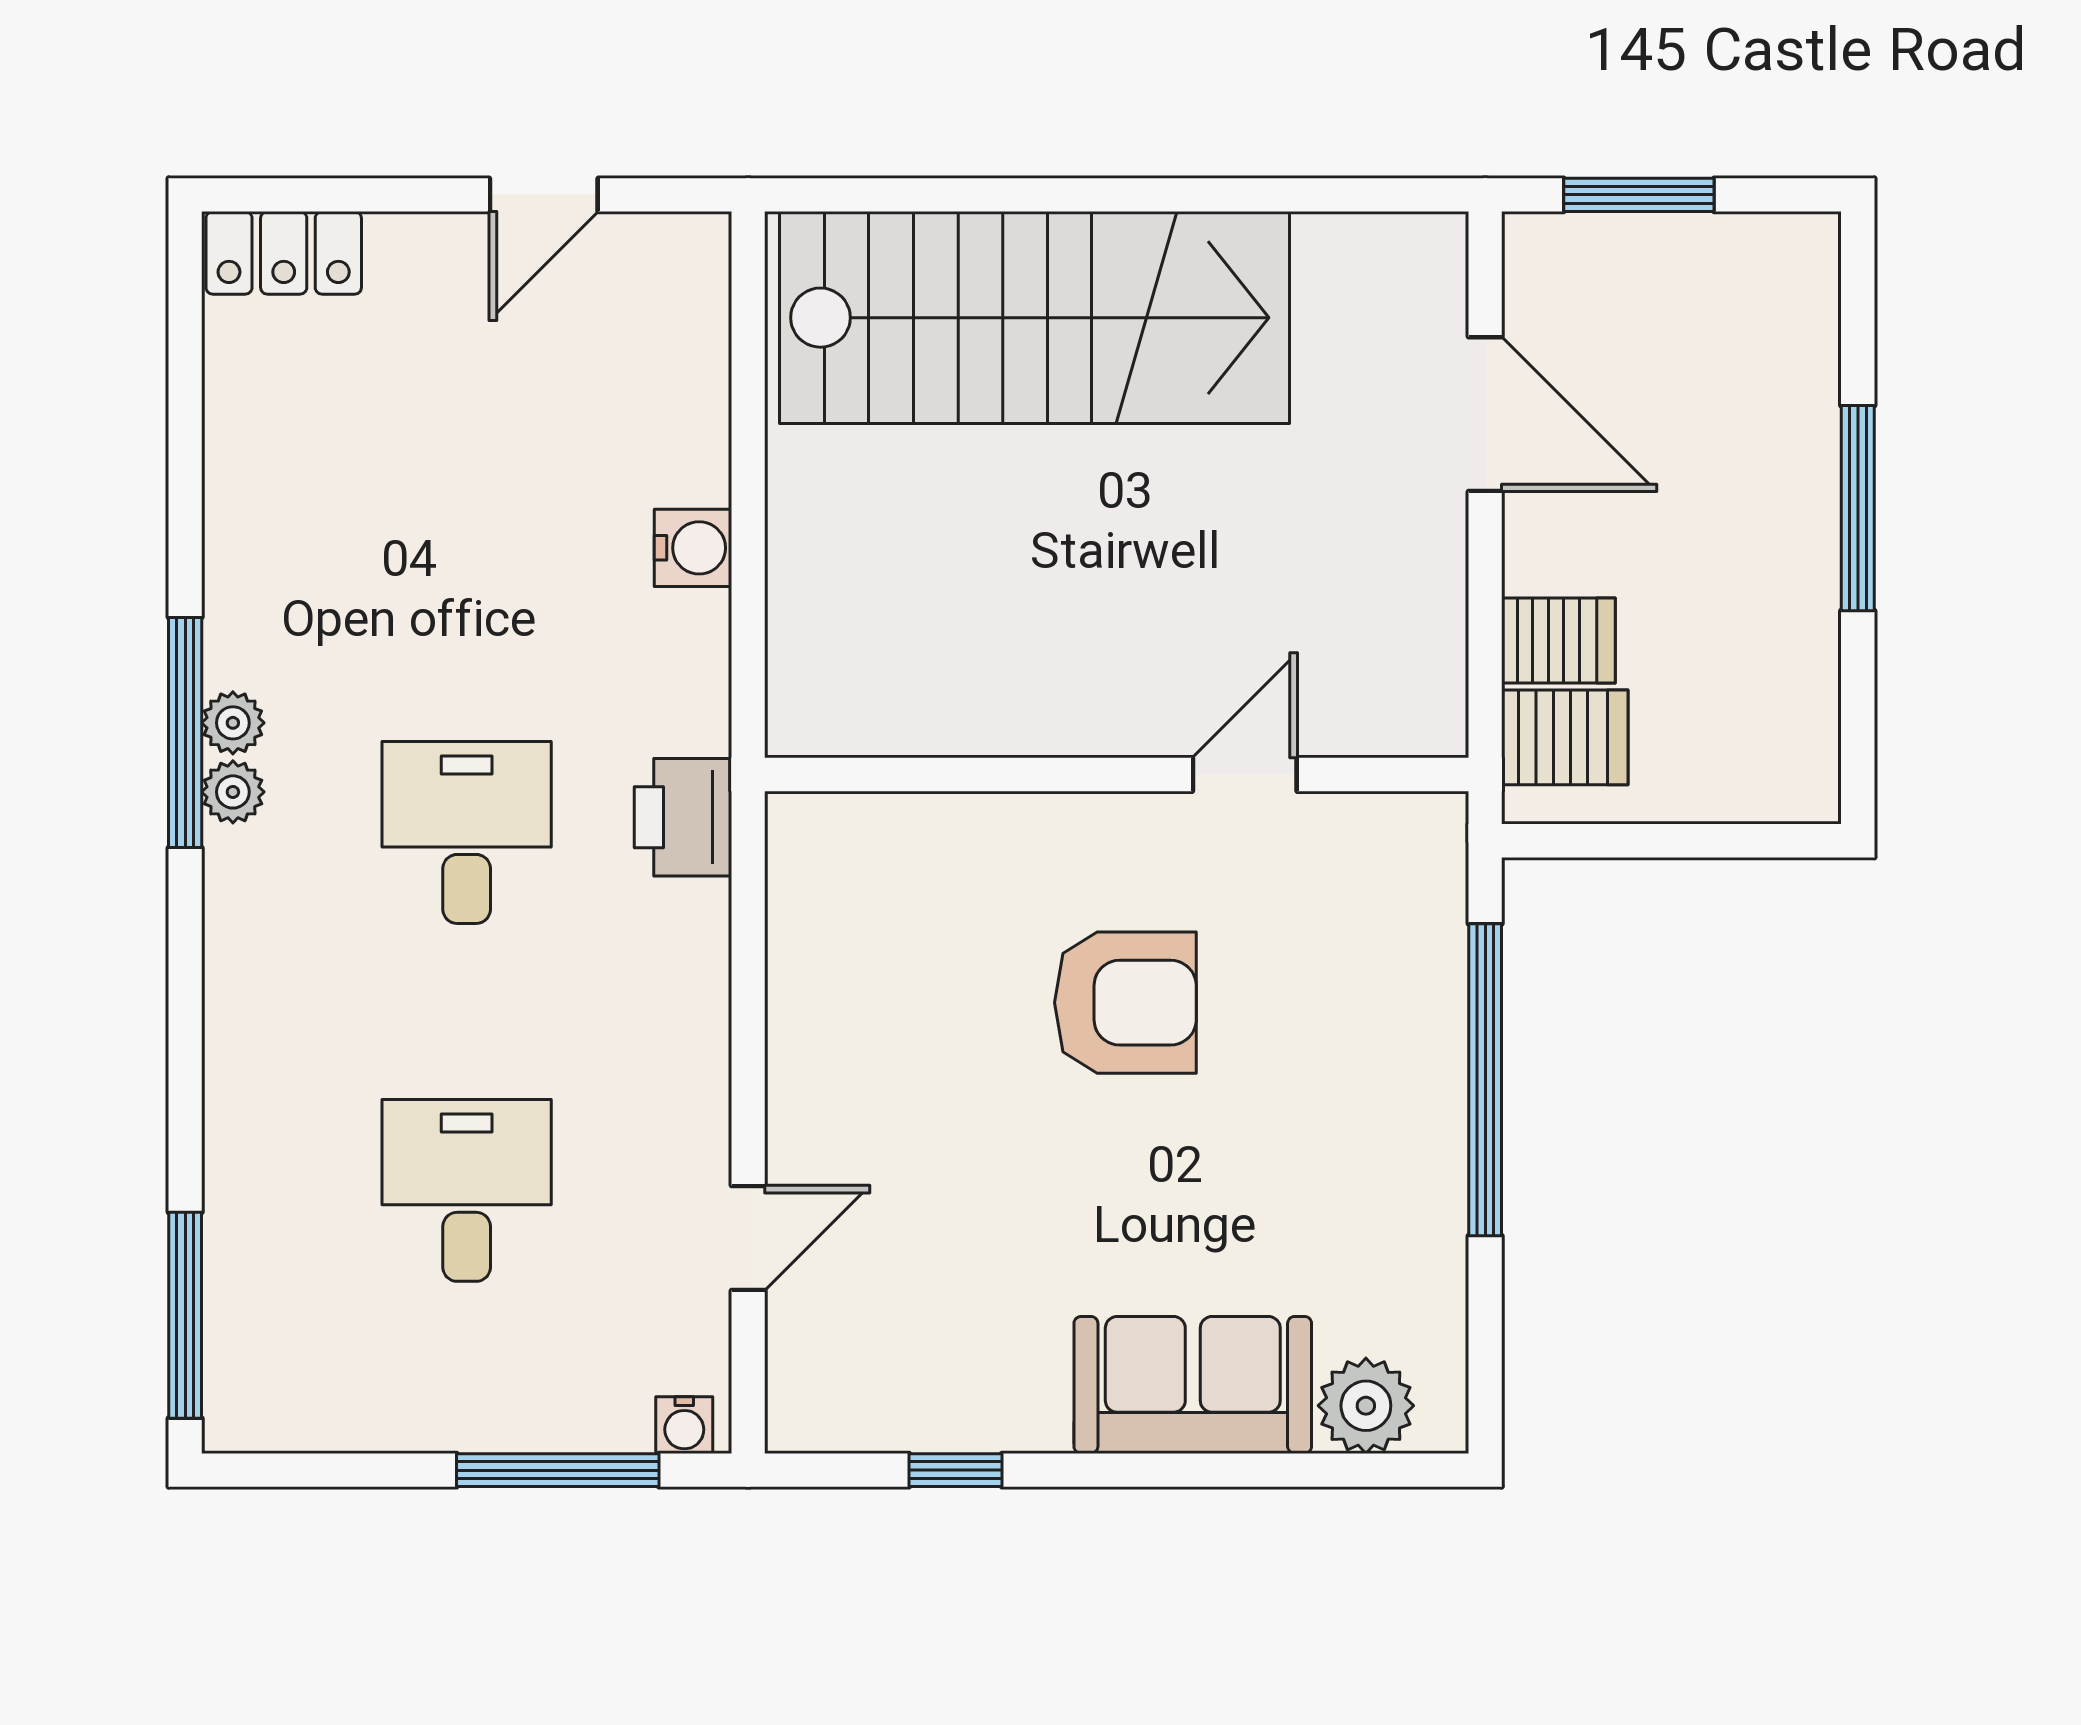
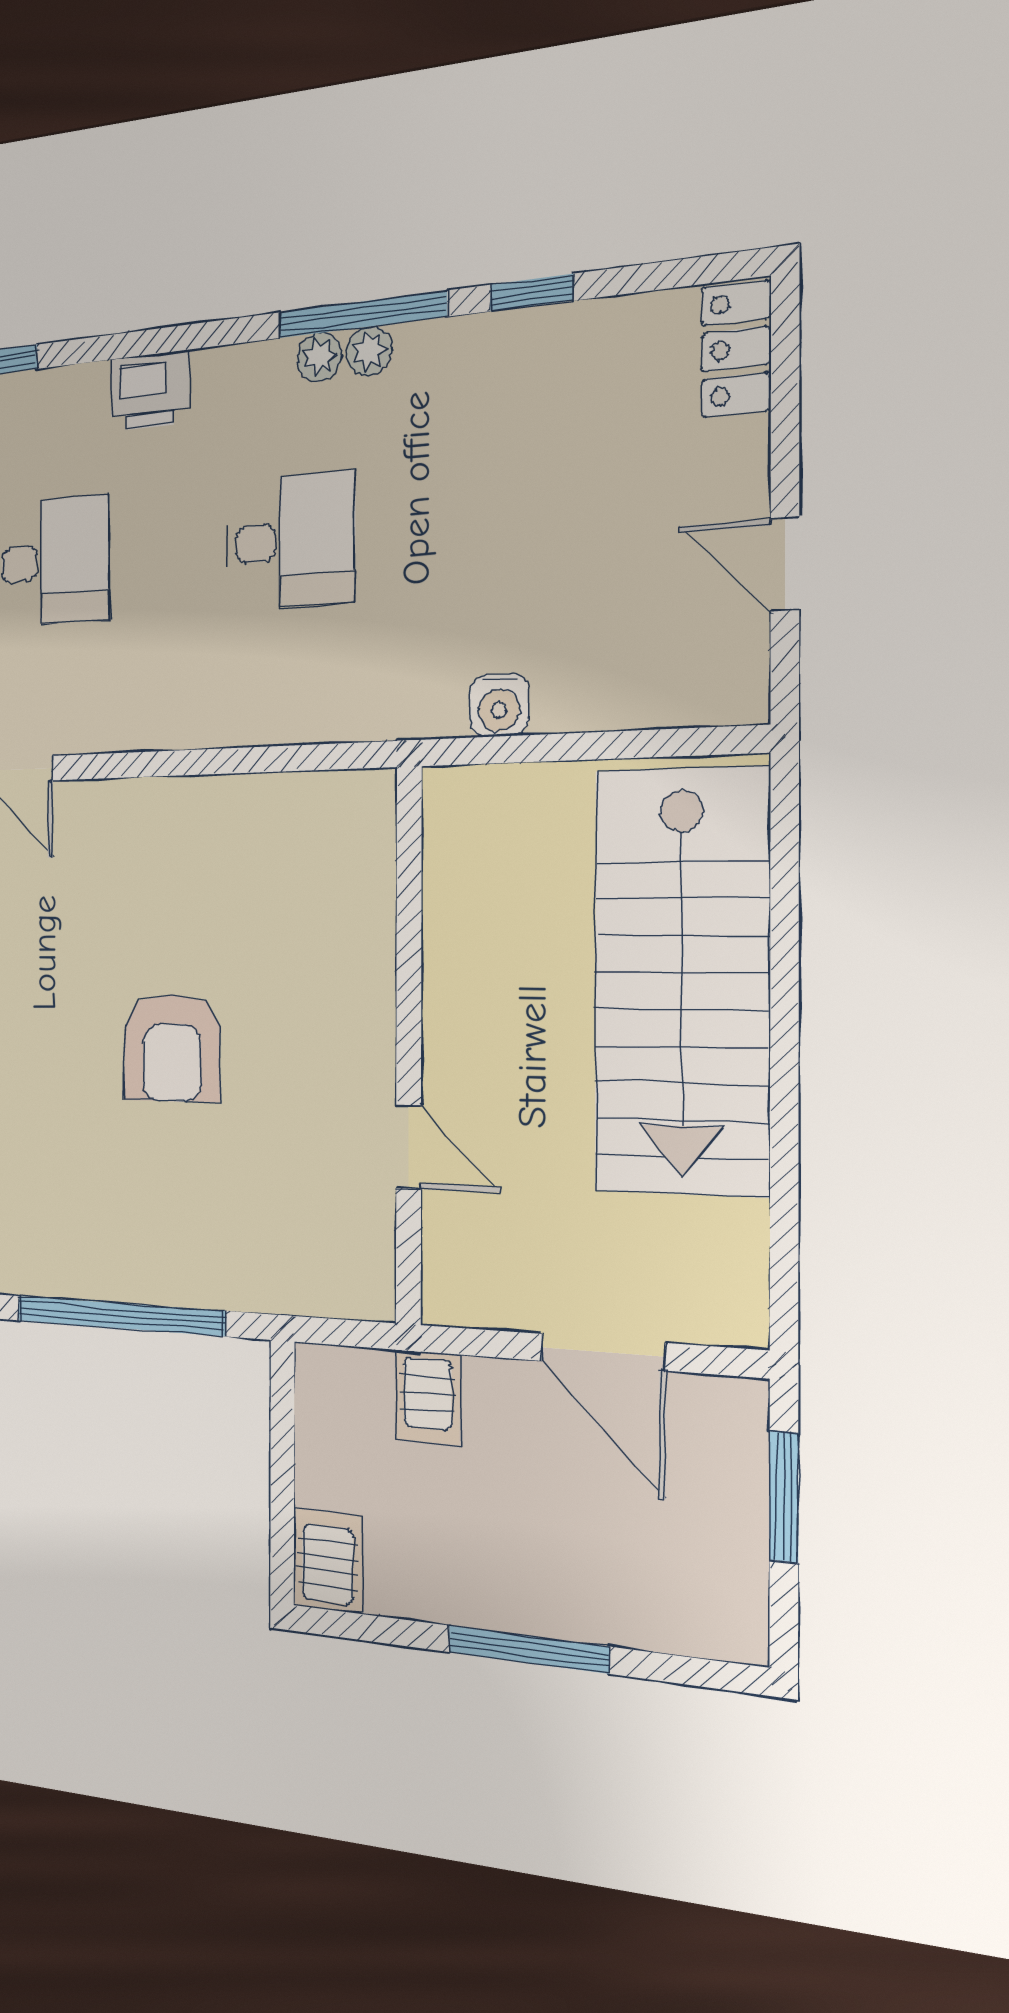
door: (1485, 414) -> (603, 1352), hinge flipped
window: (185, 507) -> (532, 293), added
server rack: (1565, 737) -> (328, 1560), moved, turned 180
wall: (1117, 774) -> (409, 1045), moved
door: (1245, 774) -> (409, 1147), moved
printer: (683, 817) -> (150, 391), moved, turned 180

